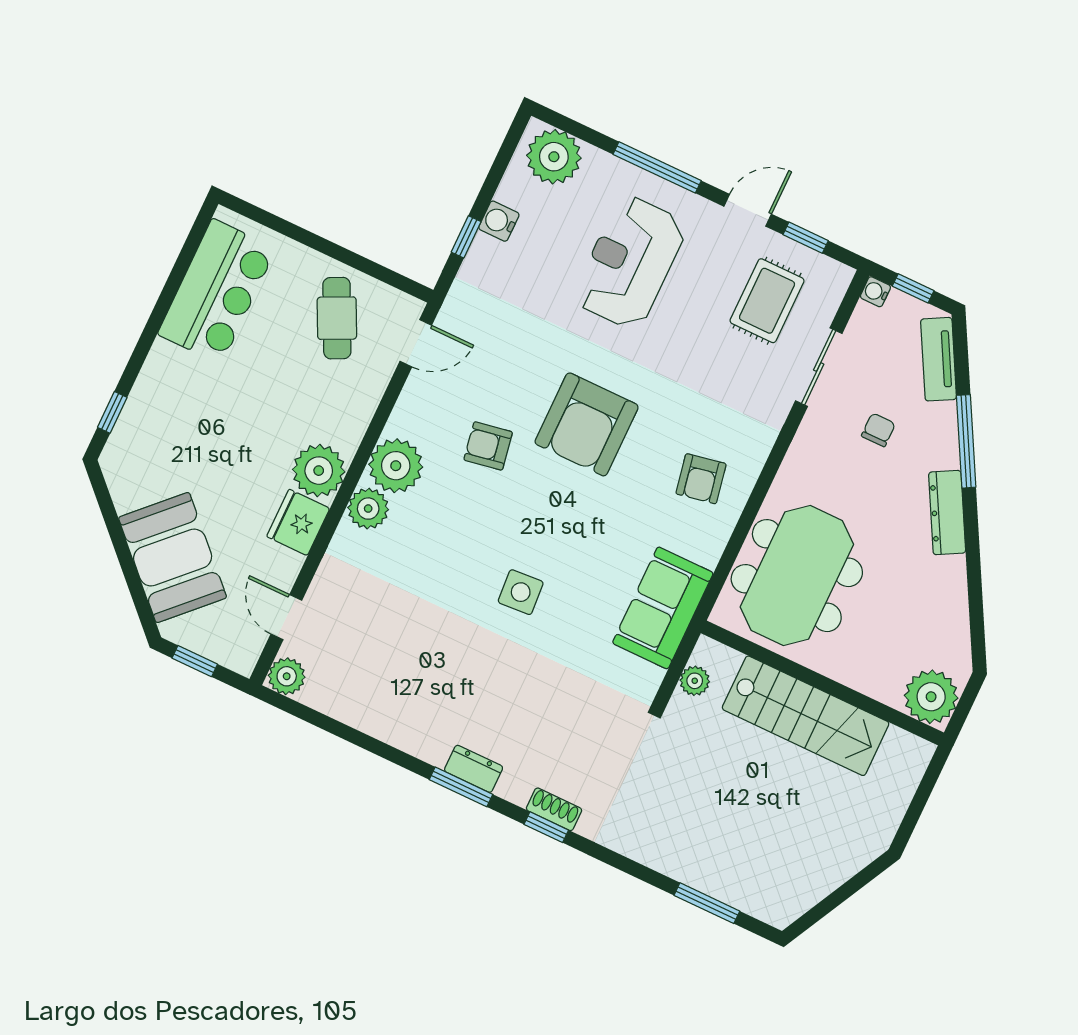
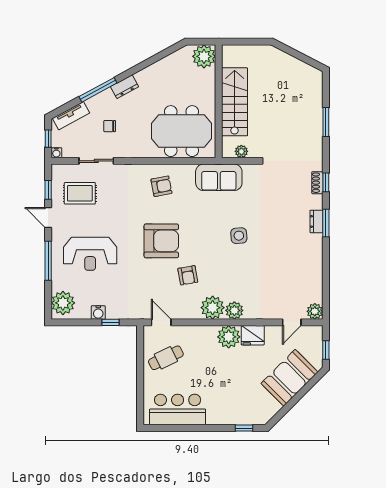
dresser: (947, 513) -> (124, 87), width x0.70
window: (707, 903) -> (326, 122), moved

